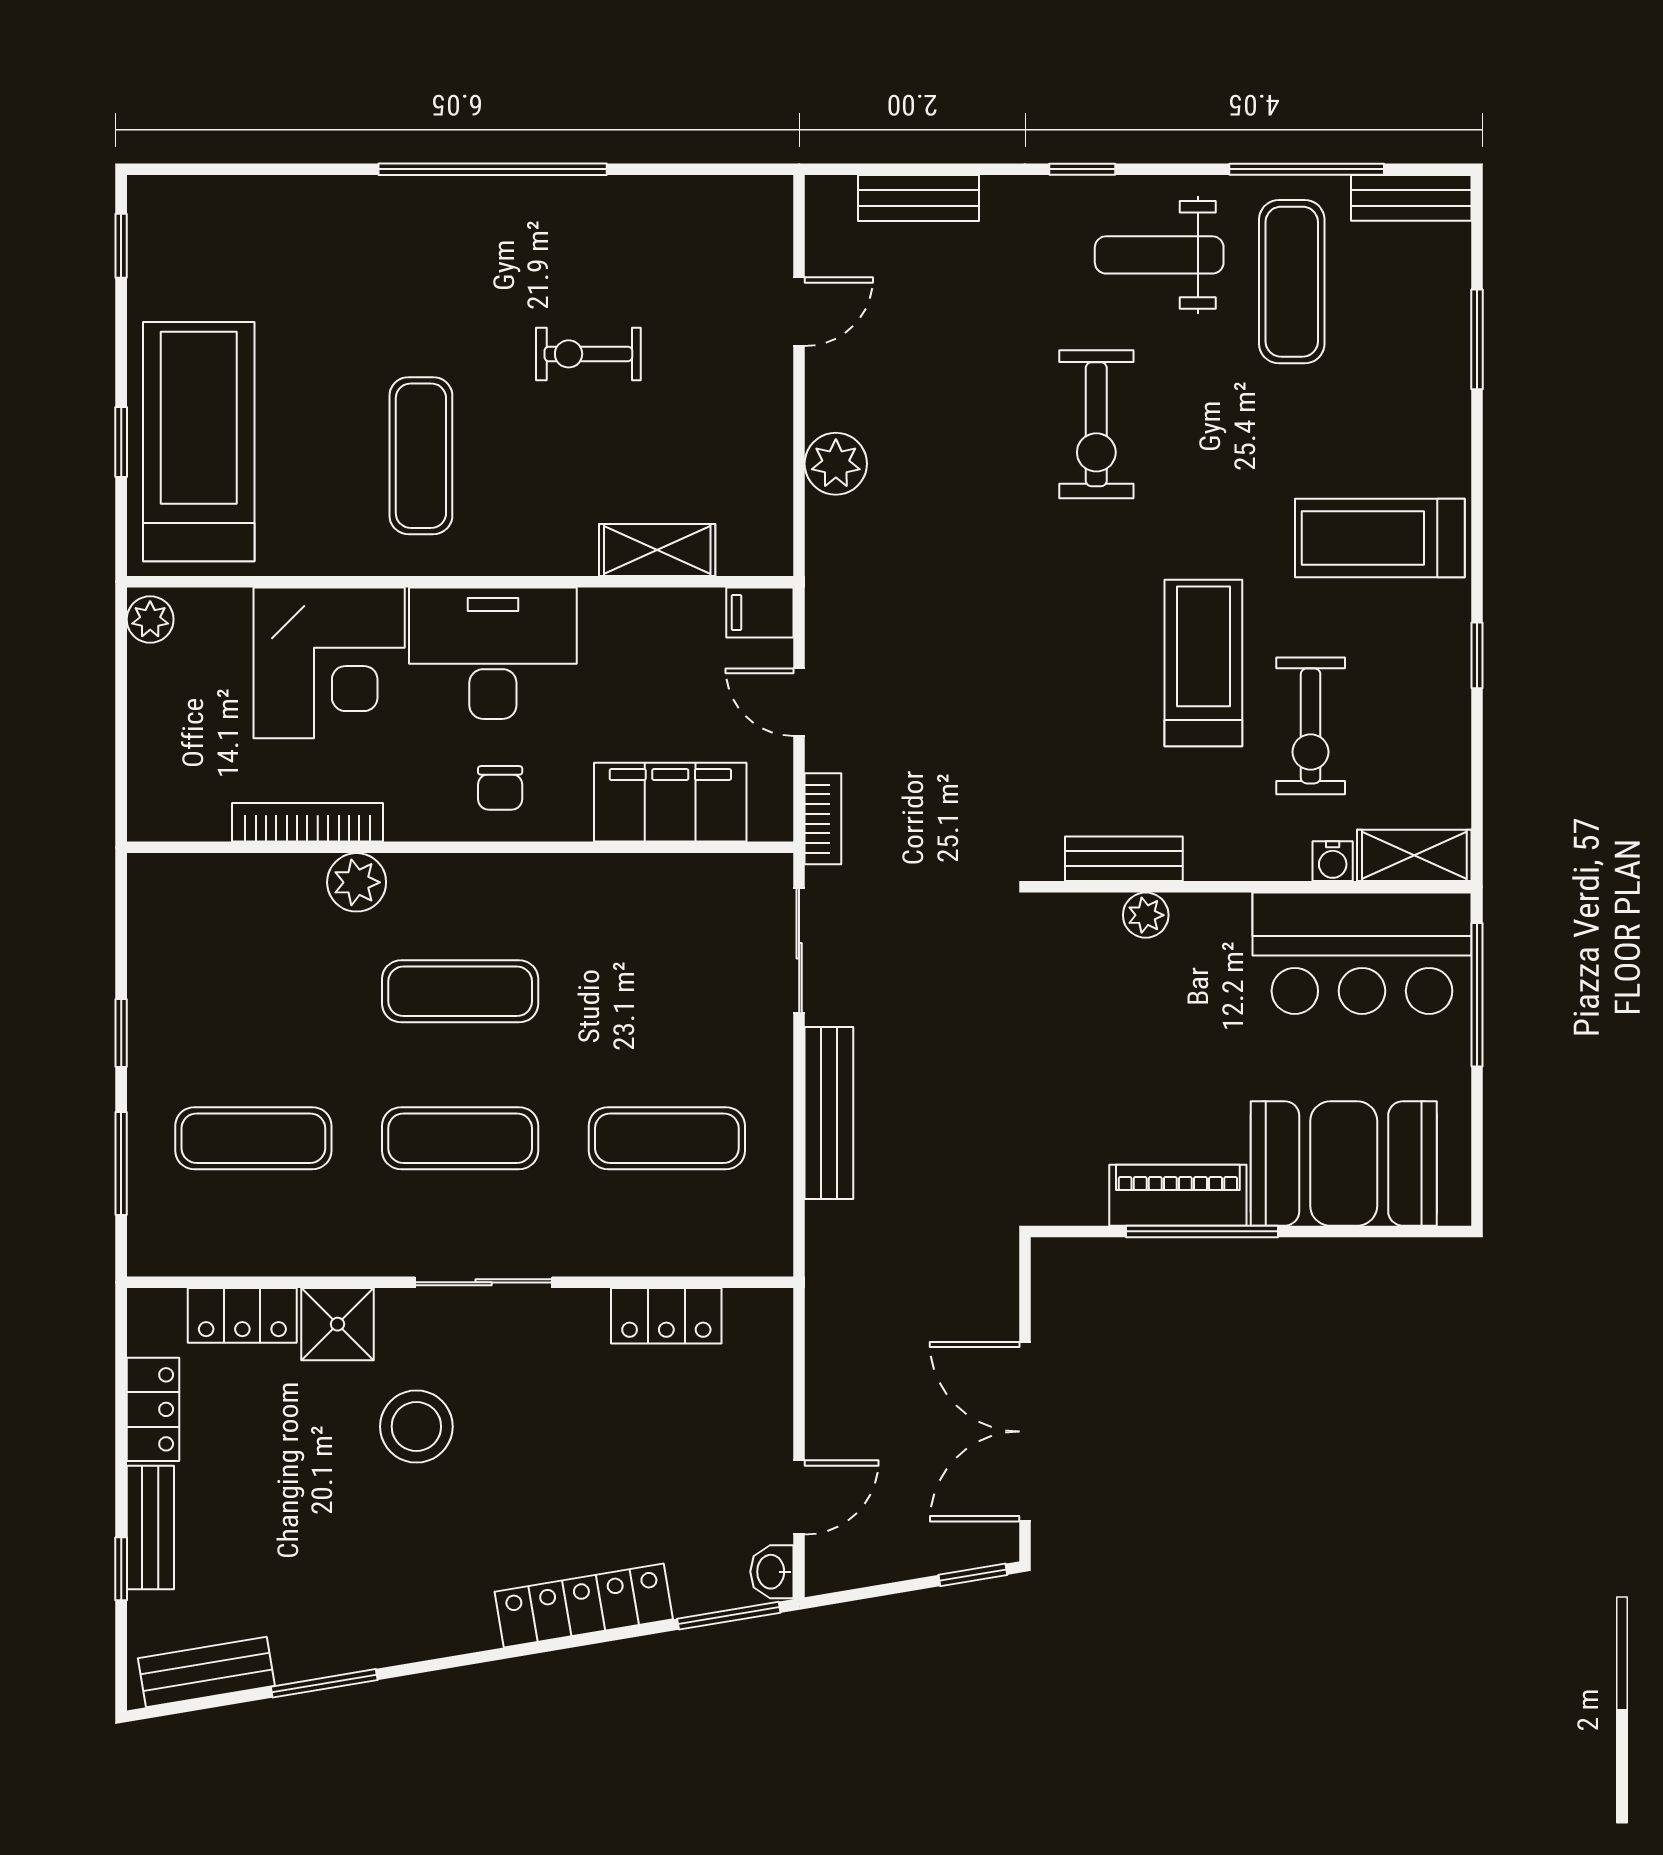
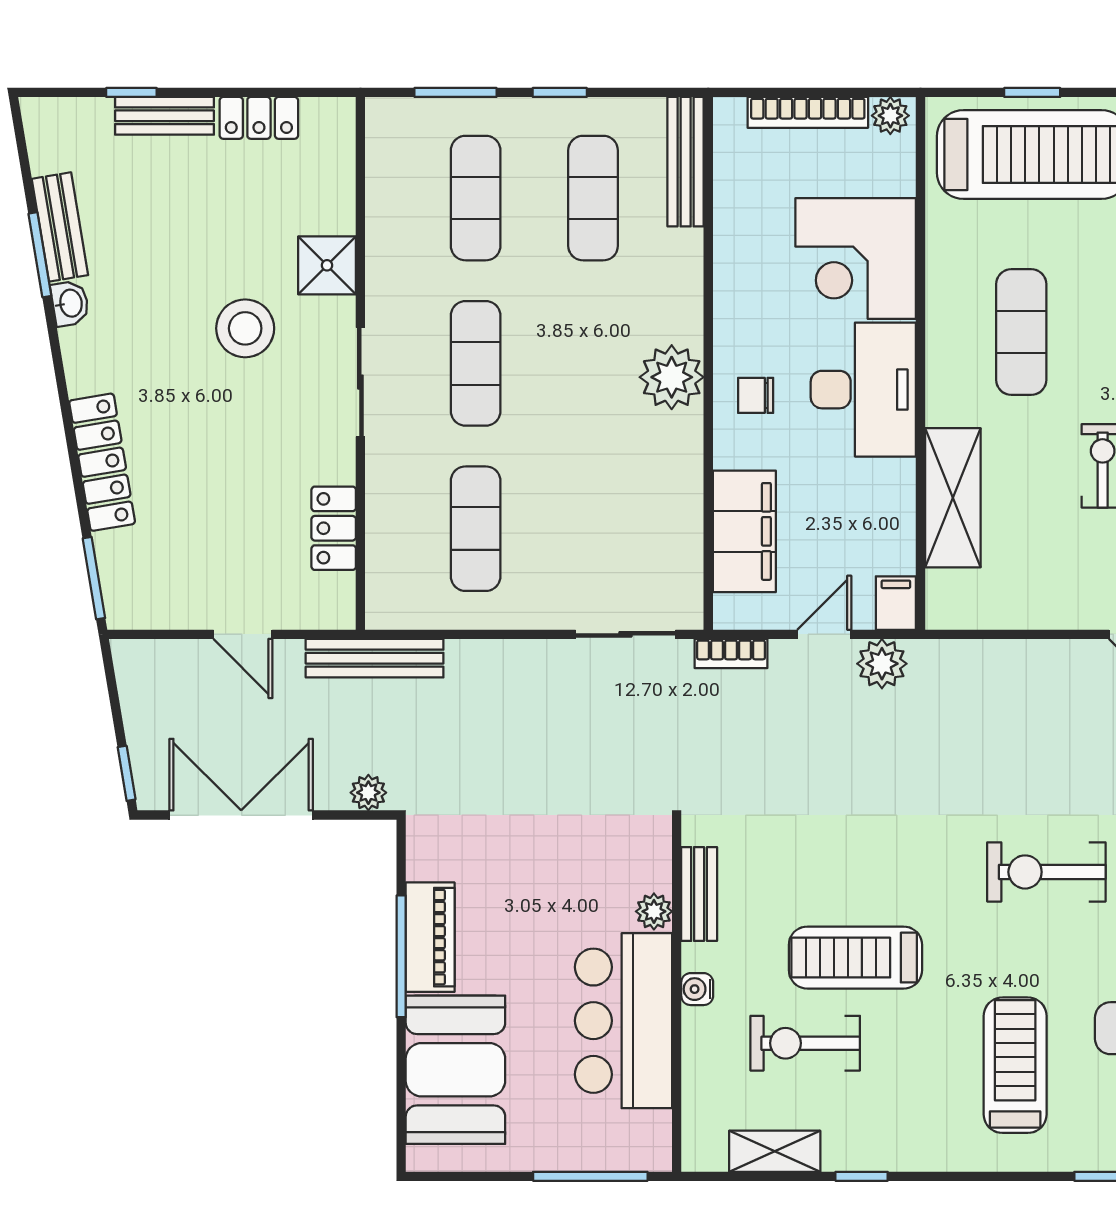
exercise mat: (421, 456) -> (1021, 332), turned 90
plant: (836, 464) -> (882, 664), moved
treadmill: (1380, 538) -> (1015, 1065), moved
shelving: (657, 550) -> (953, 498), width x1.50, depth x1.33
treadmill: (1203, 663) -> (855, 958), turned 180
bookcase: (307, 822) -> (808, 112), moved, turned 90
shelving: (1414, 855) -> (775, 1151), moved, turned 90
water cooler: (1333, 861) -> (697, 989), moved
bench: (208, 876) -> (686, 162), added
plant: (357, 882) -> (672, 377), moved, width x1.36, depth x1.36
bar counter: (1362, 953) -> (624, 1021), moved
exercise mat: (460, 991) -> (593, 198), moved
bench: (829, 1113) -> (375, 658), moved
plant: (997, 1272) -> (368, 793), added
locker: (242, 1315) -> (334, 189), removed
door: (799, 1497) -> (243, 634), moved
washbasin: (772, 1572) -> (70, 303), moved, turned 81
bench: (206, 1672) -> (60, 227), moved

